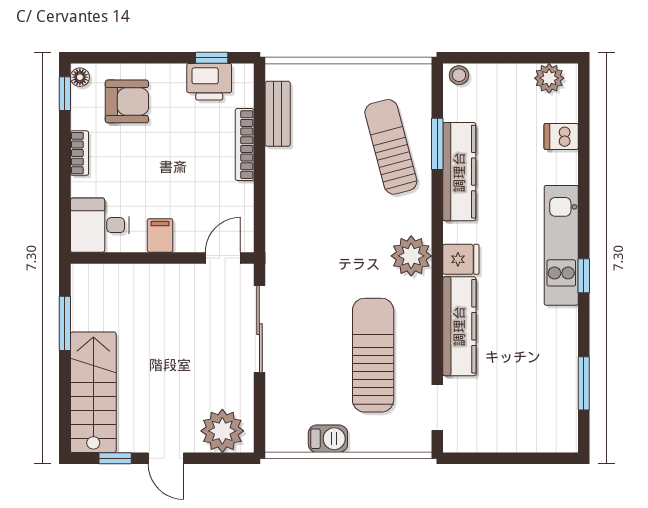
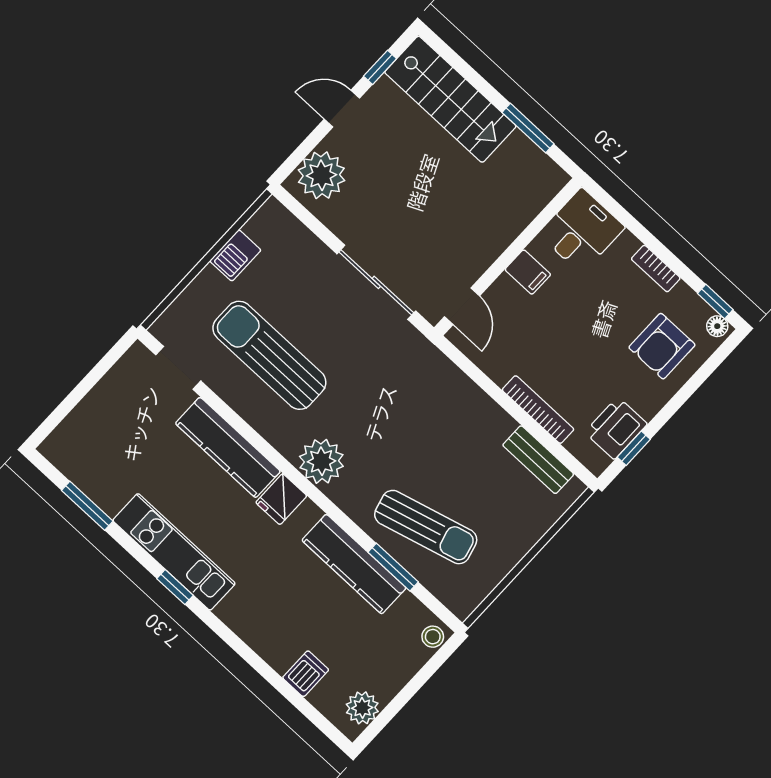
kitchen unit: (561, 245) -> (174, 552), moved
sun lounger: (373, 355) -> (269, 355), turned 180

